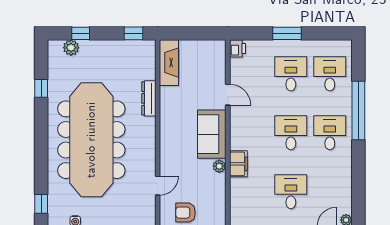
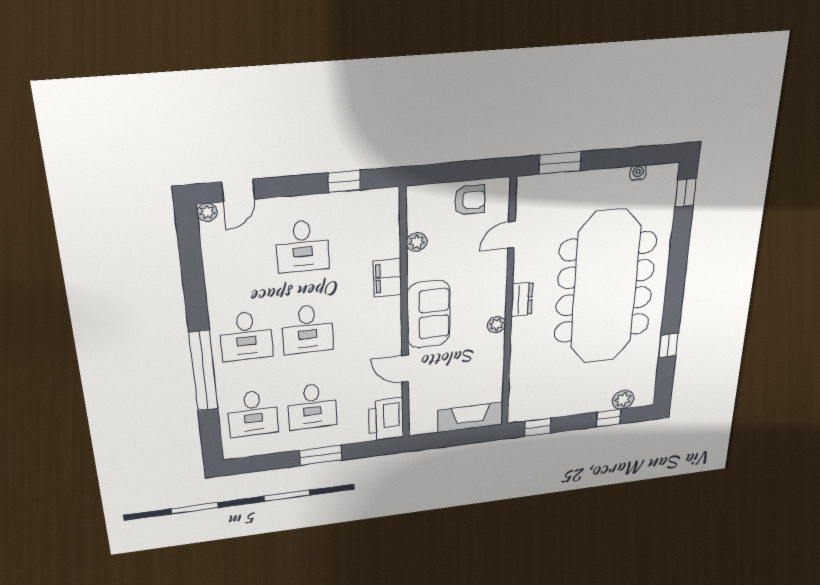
printer: (237, 49) -> (386, 419), width x1.87, depth x1.48
fireplace: (169, 63) -> (470, 417), moved, turned 90
dresser: (149, 98) -> (522, 299), moved, width x0.70
plant: (166, 121) -> (497, 325), added
plant: (219, 166) -> (417, 242), moved

